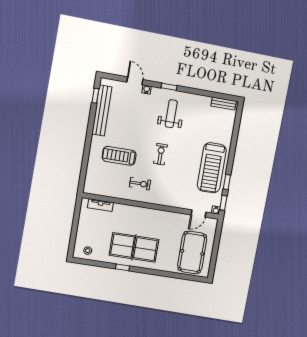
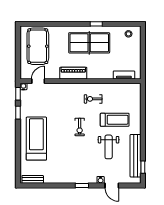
weight bench: (171, 114) -> (109, 147), moved
treadmill: (212, 168) -> (36, 139), moved
piano: (158, 216) -> (73, 73), added

